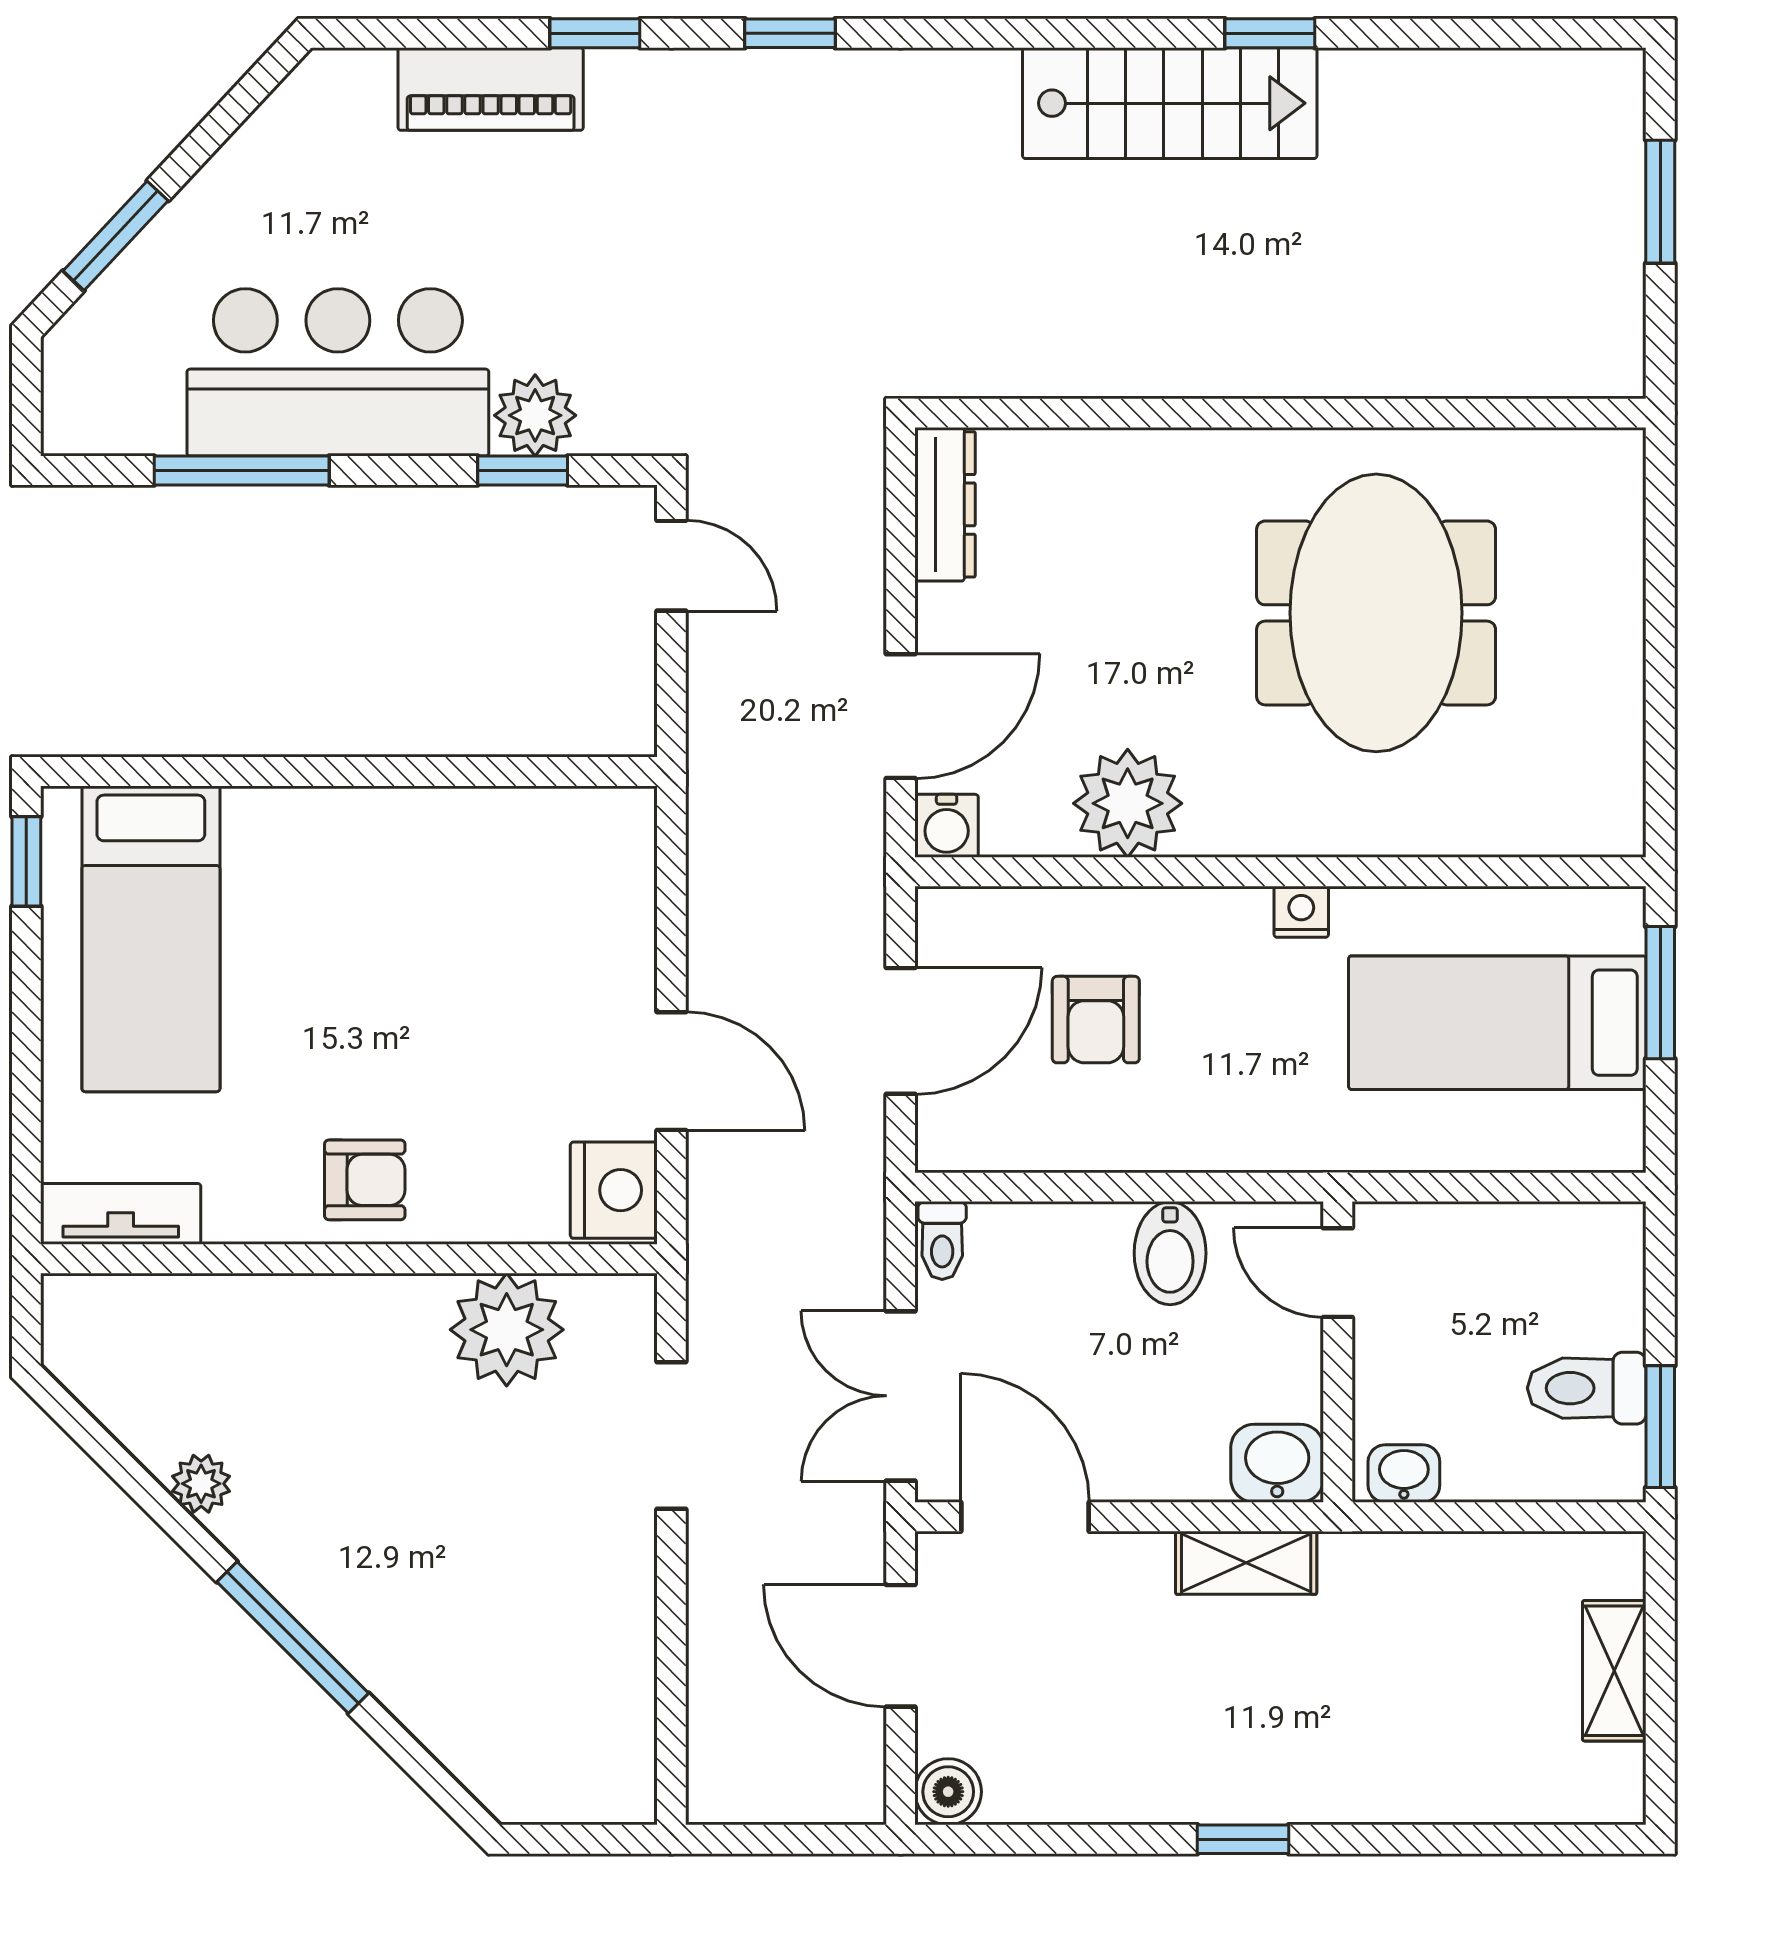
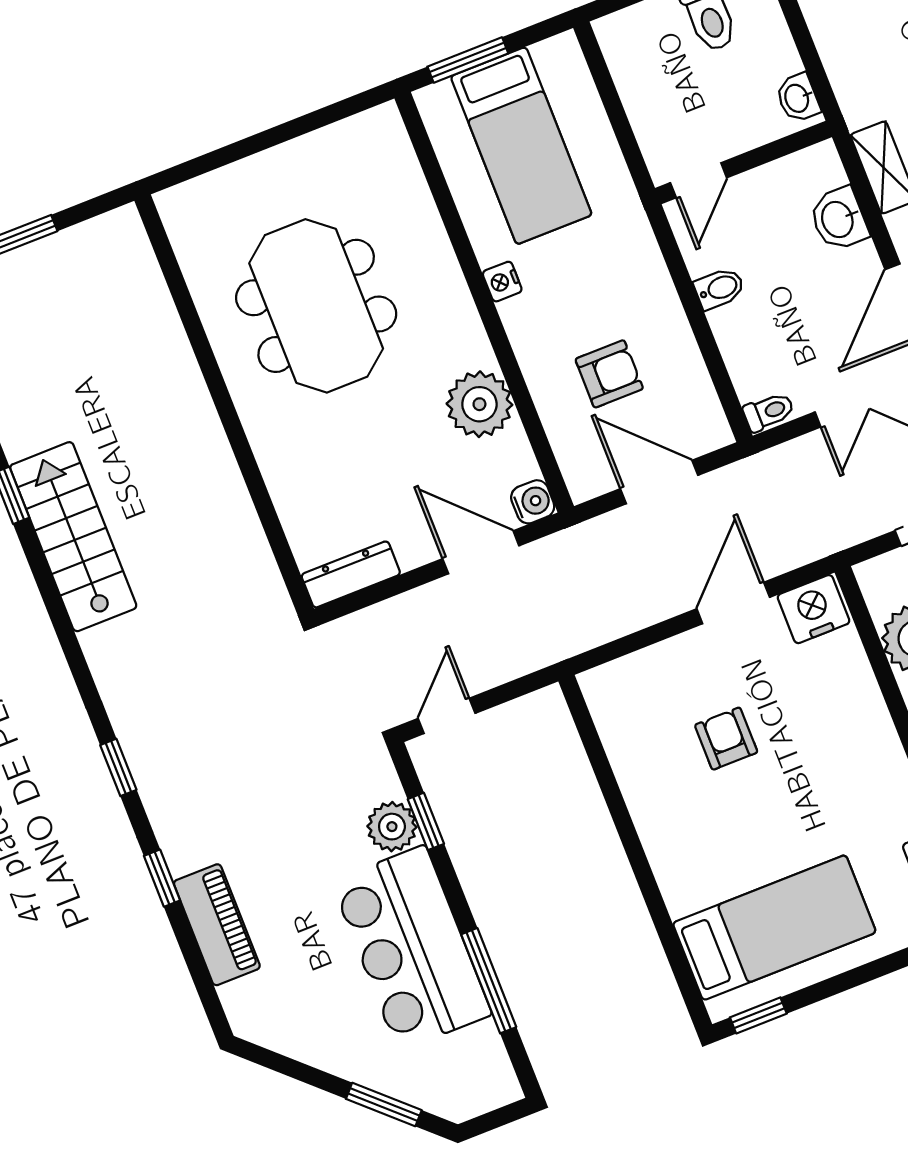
meeting table: (1376, 613) -> (316, 306), turned 90
armchair: (365, 1180) -> (726, 739), moved
bidet: (1170, 1253) -> (719, 288), width x0.72, depth x0.74
washbasin: (1277, 1463) -> (839, 219), moved

